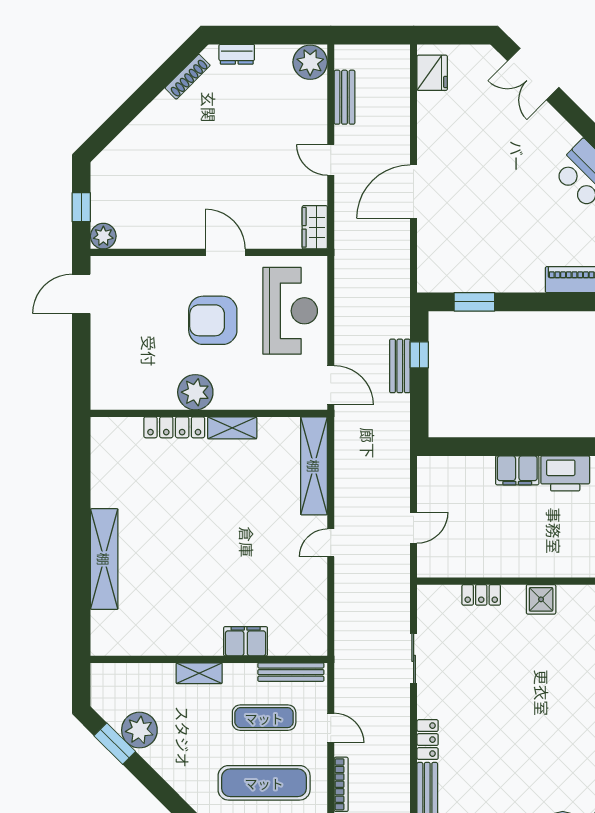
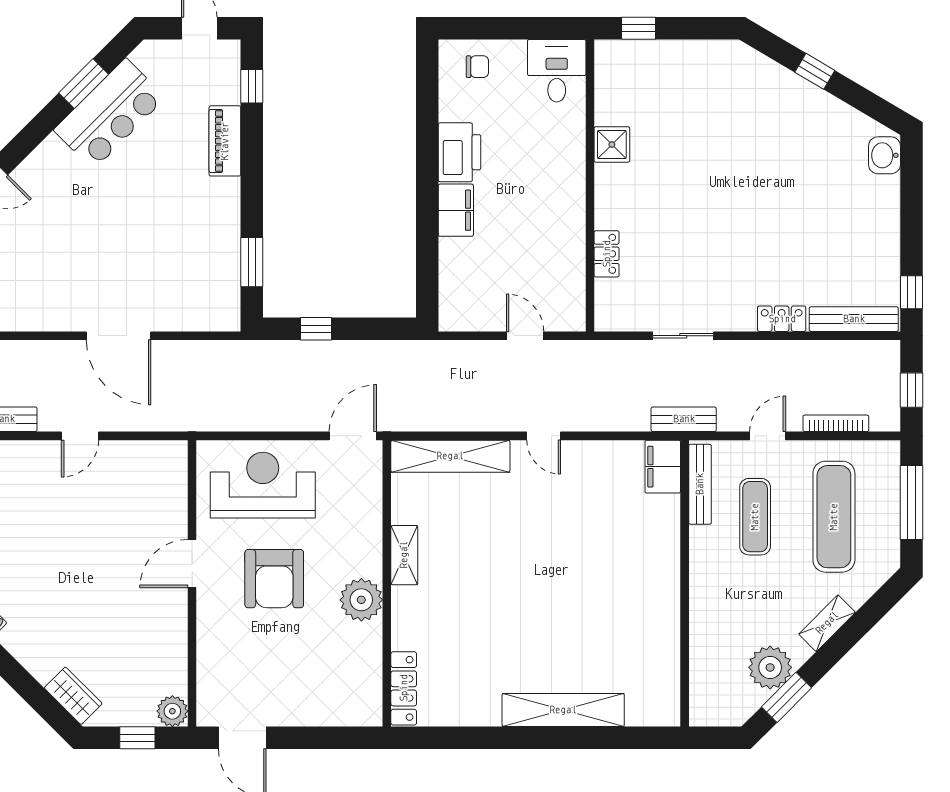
wardrobe: (315, 227) -> (73, 696), moved, turned -135
bench: (400, 366) -> (684, 419), moved
locker: (174, 427) -> (404, 688), moved
shower: (541, 599) -> (612, 144), moved
filing cabinet: (246, 641) -> (663, 467), moved
shelving: (199, 673) -> (827, 623), moved, turned 45

